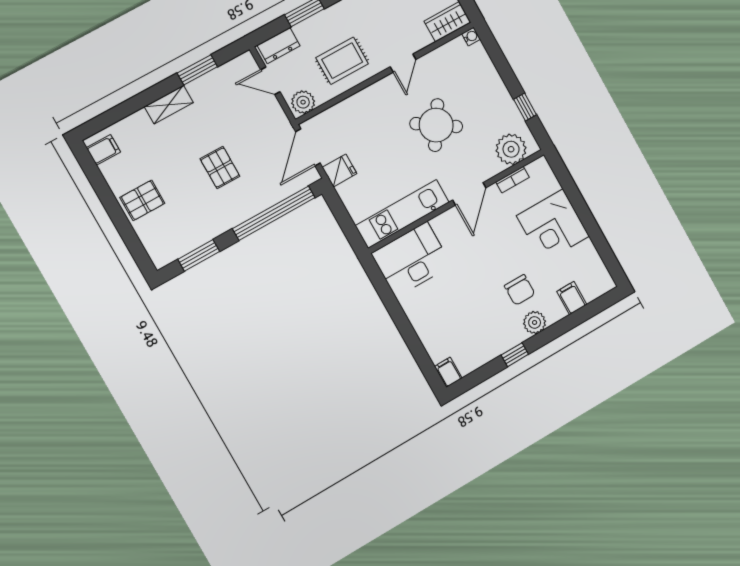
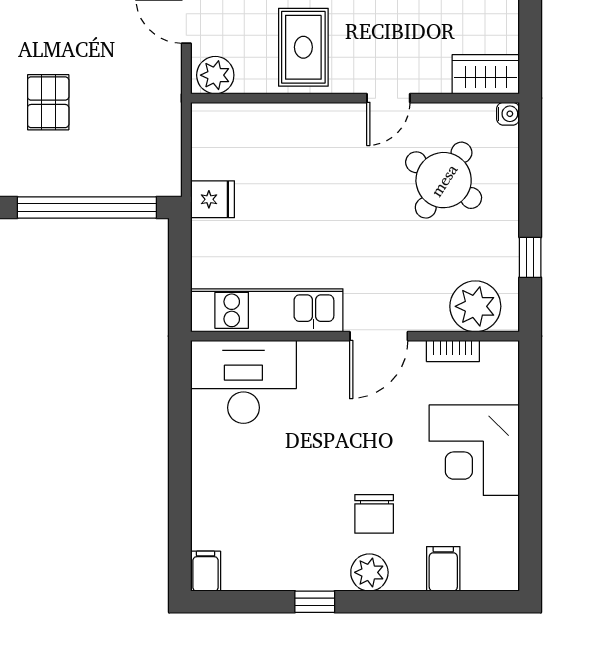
rug: (342, 61) -> (303, 47), turned 90
round table: (436, 125) -> (444, 180), moved
door: (308, 147) -> (186, 142), removed

